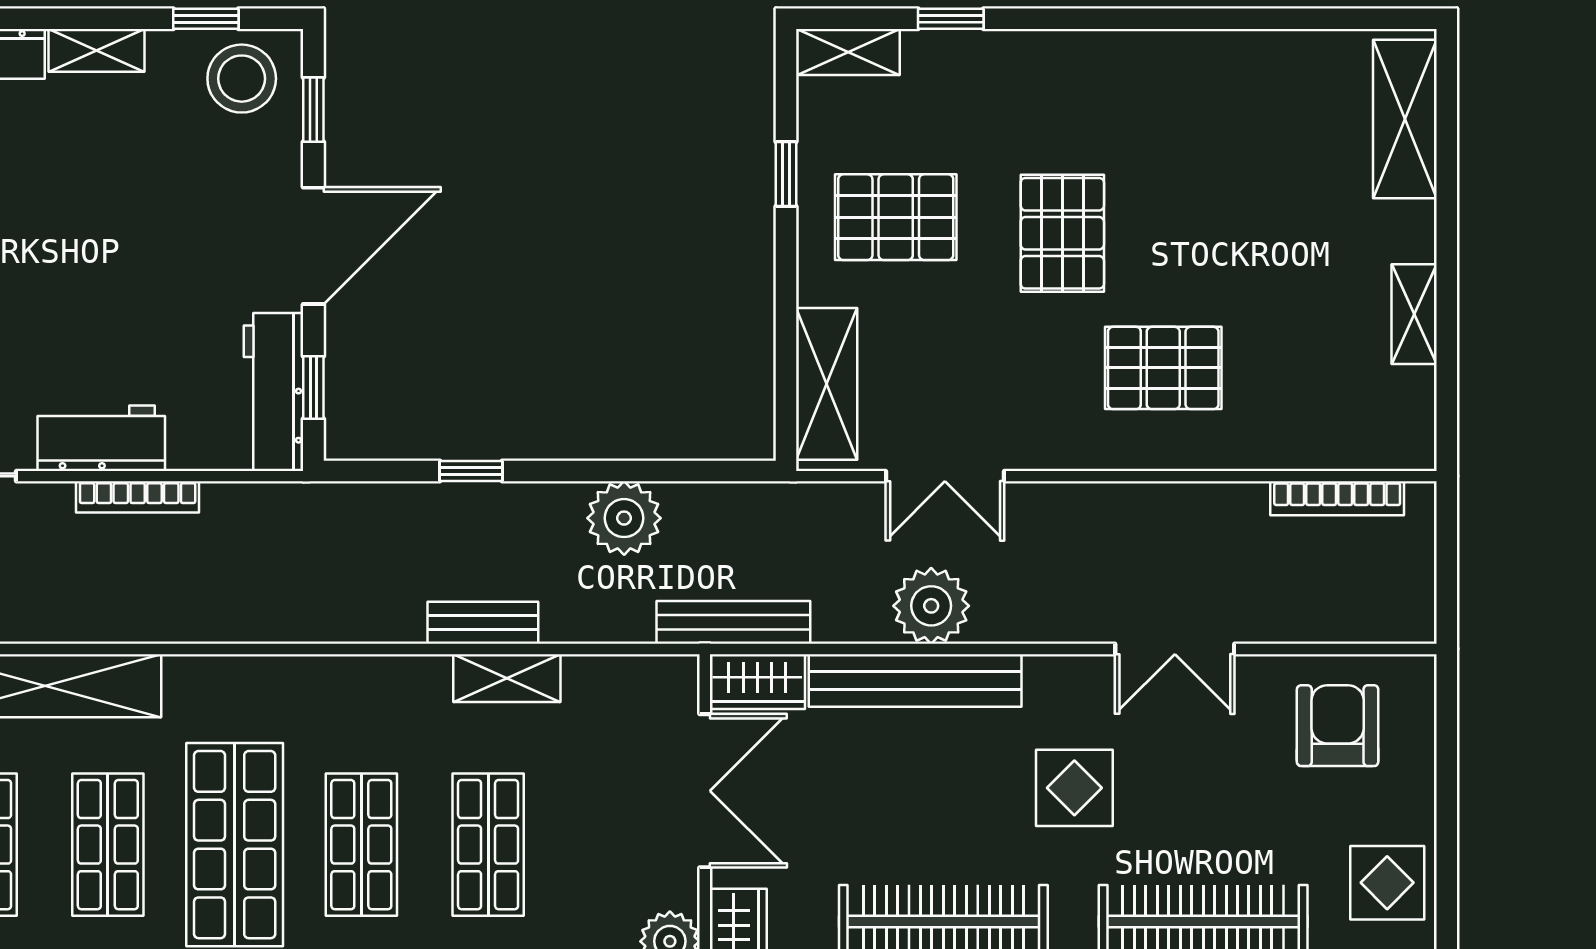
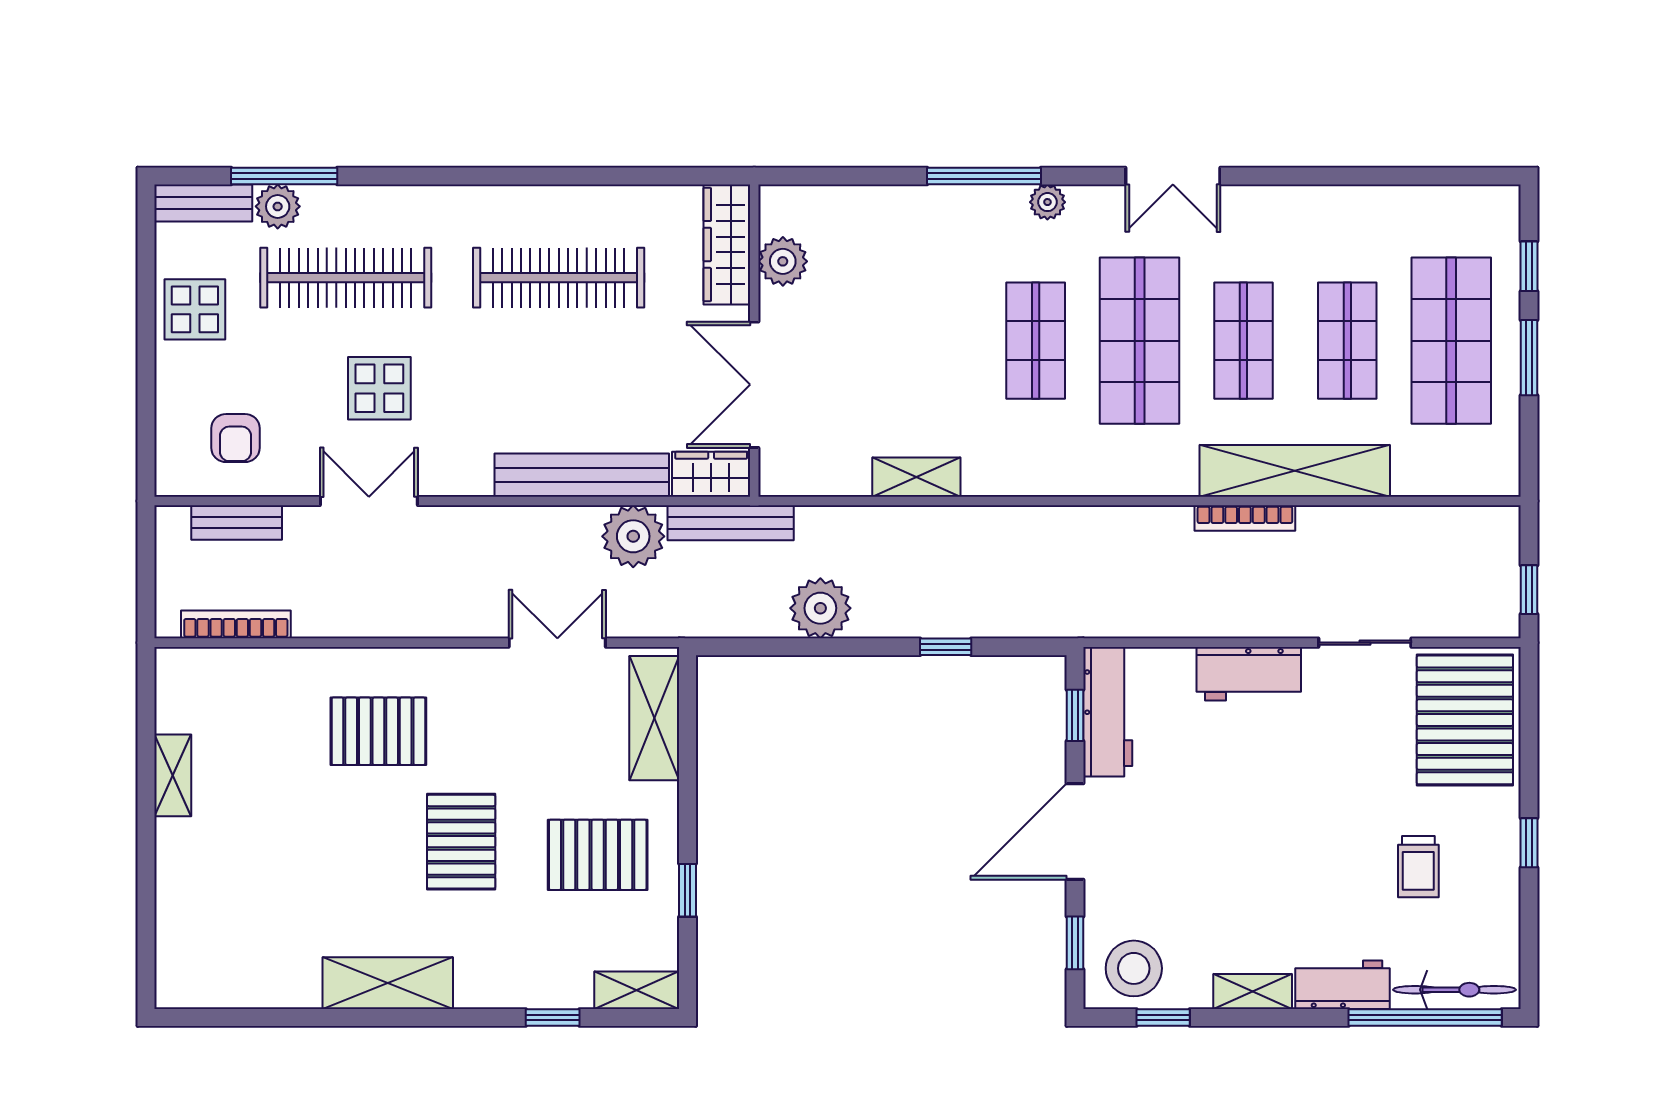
shelving: (1405, 119) -> (388, 983), moved, turned 90
bookcase: (138, 497) -> (1245, 518), moved, turned 180
plant: (931, 606) -> (633, 536), moved
bench: (483, 623) -> (237, 522), moved
armchair: (1338, 726) -> (235, 438), width x0.72, depth x0.72
display table: (1074, 788) -> (379, 388), moved
shop shelf: (488, 845) -> (932, 341), removed

